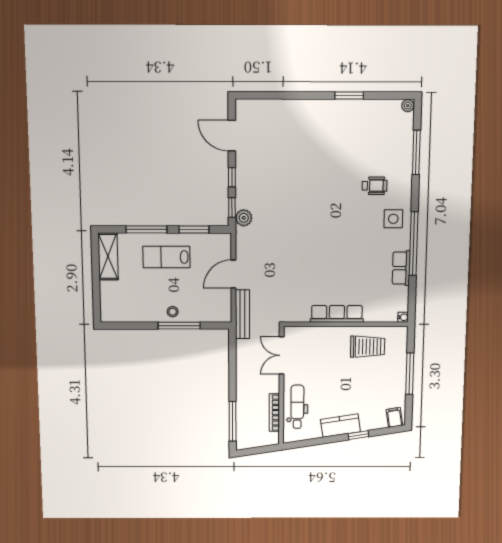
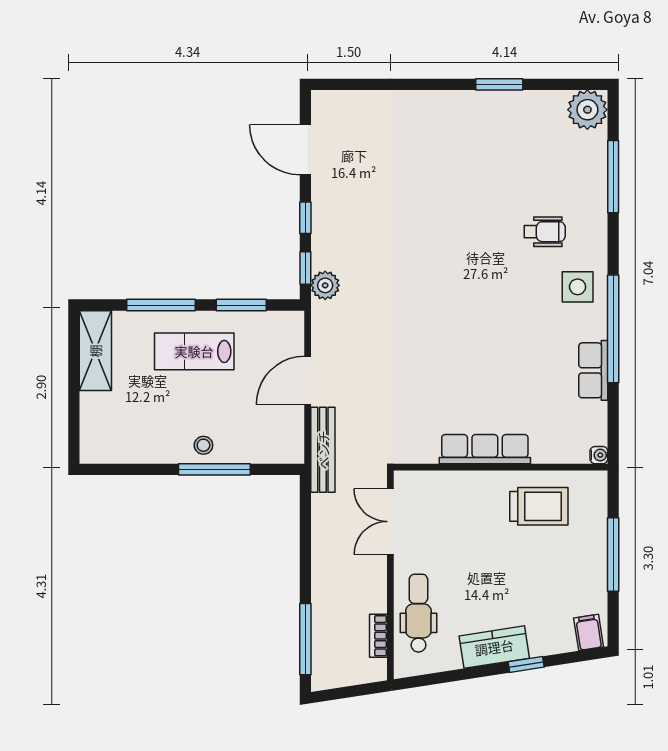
plant: (408, 106) -> (587, 110), width x1.88, depth x1.88
bookcase: (274, 413) -> (378, 636), width x0.64

